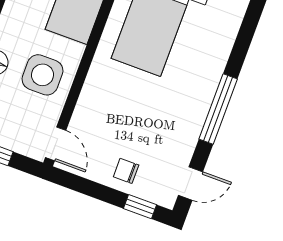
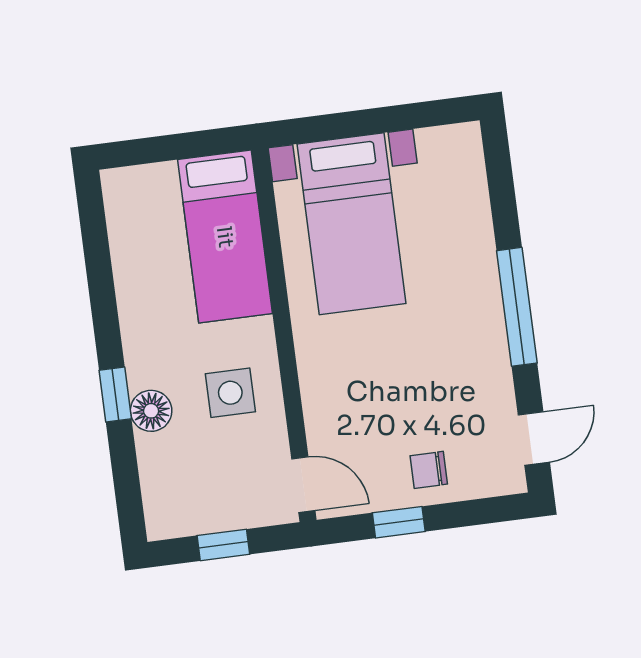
side table: (43, 75) -> (230, 393), width x0.73, depth x0.73
window: (140, 207) -> (399, 522), moved

